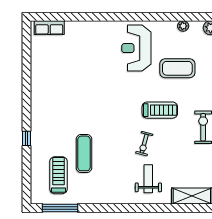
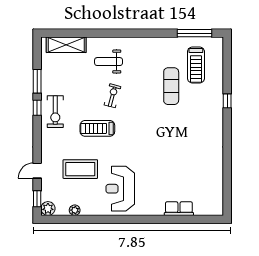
row of seats: (49, 28) -> (179, 209), moved
reception desk: (136, 48) -> (120, 189), turned 180
weight bench: (148, 179) -> (109, 62), turned 90

